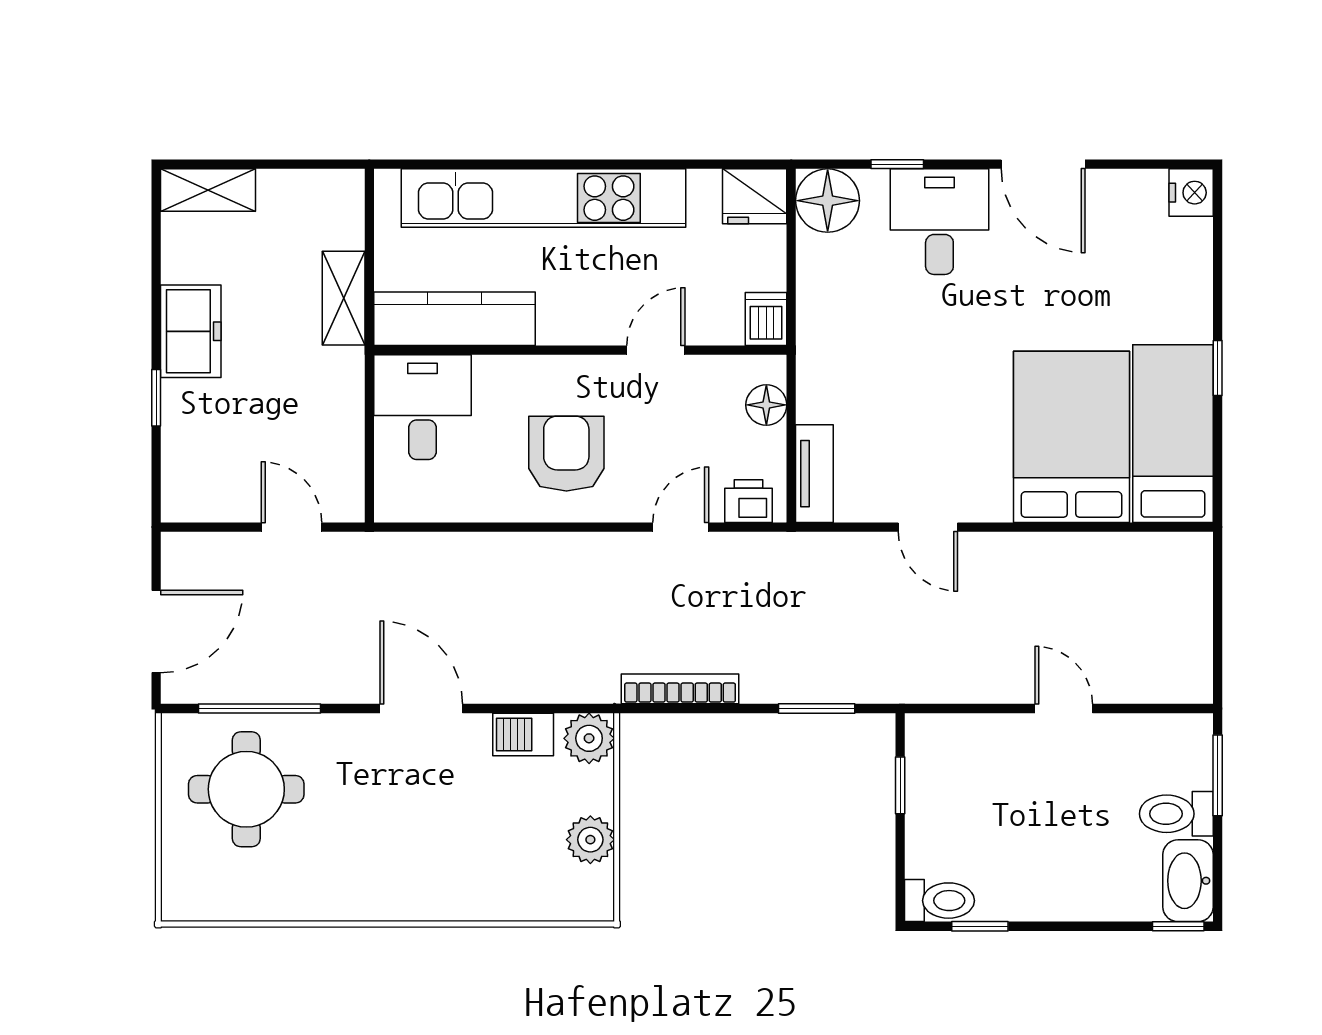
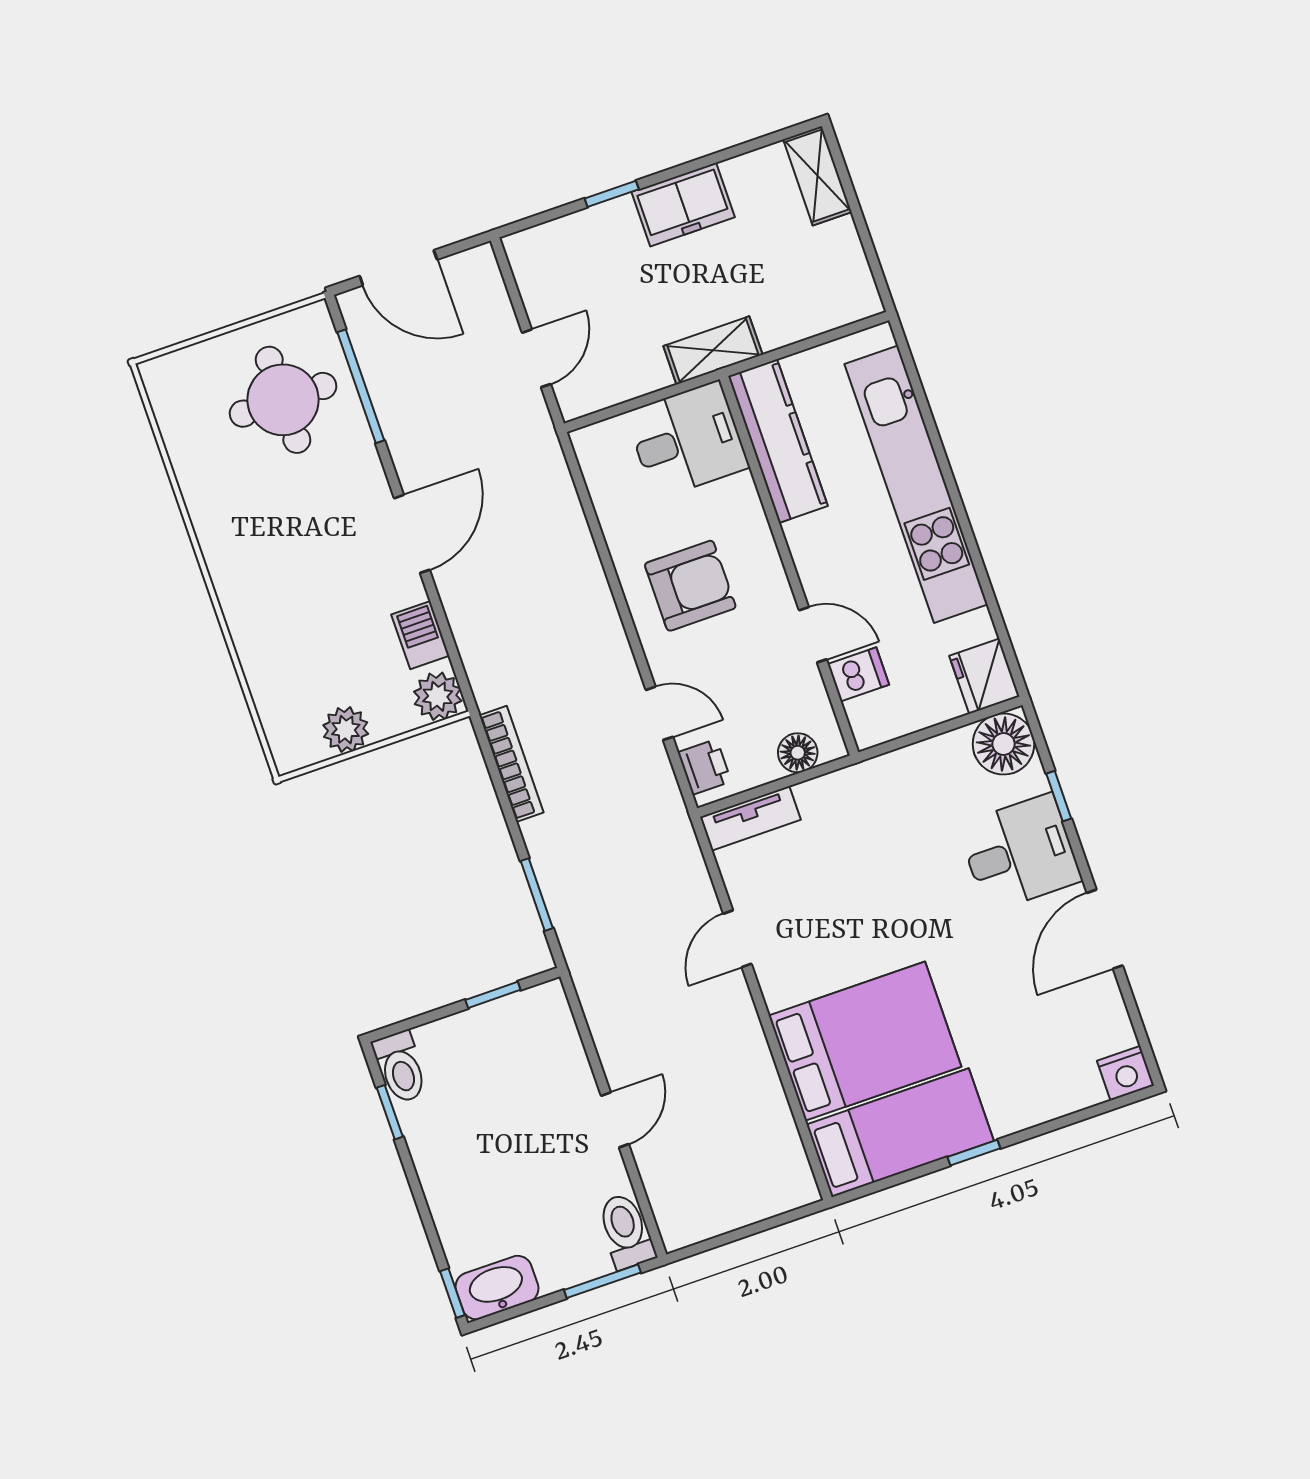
shelving: (344, 298) -> (713, 350), moved
dishwasher: (766, 319) -> (858, 674), moved
toilet: (1176, 814) -> (626, 1231), moved

